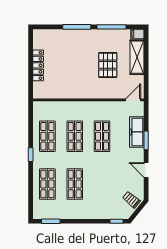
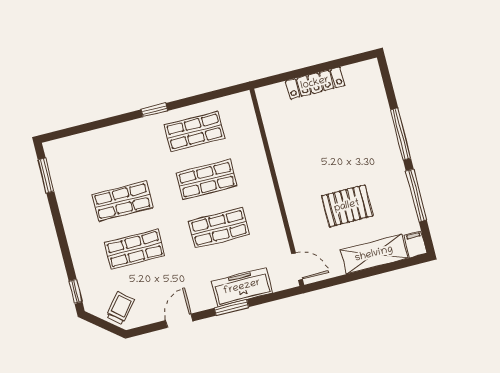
shop shelf: (47, 184) -> (135, 249), moved

